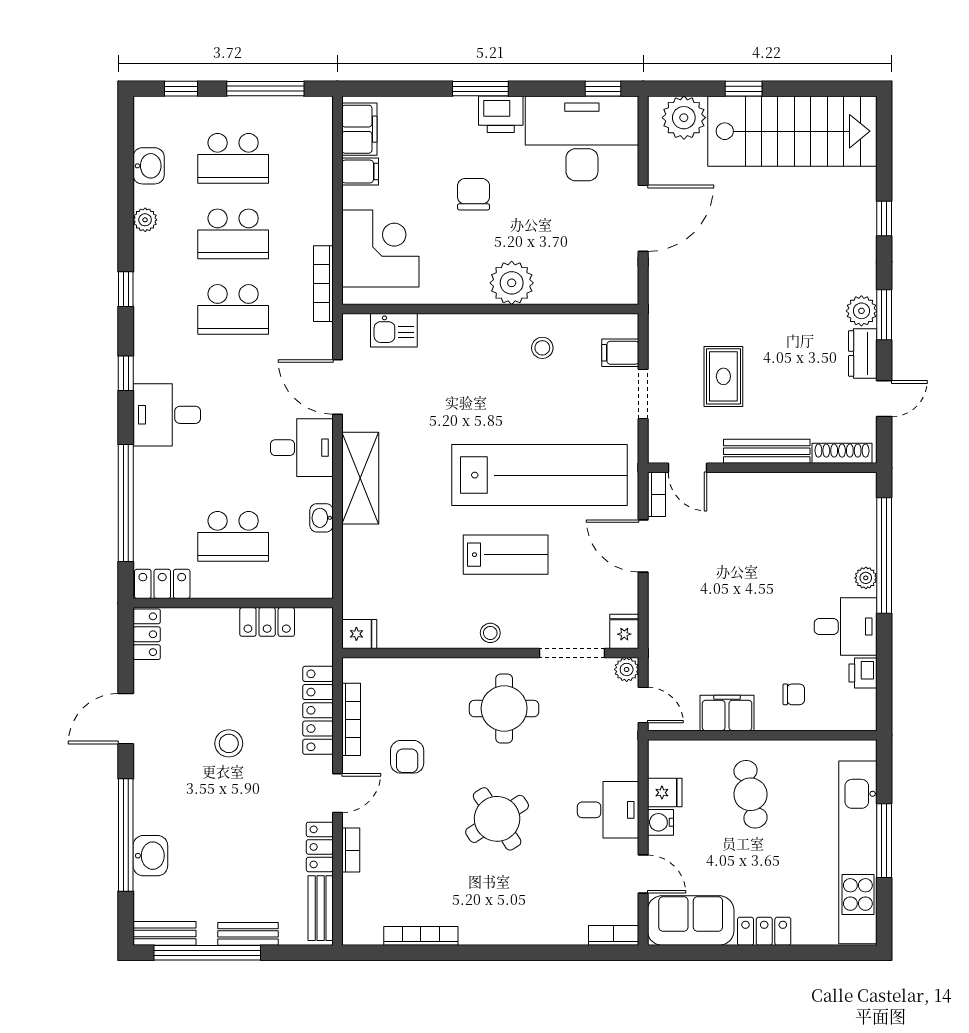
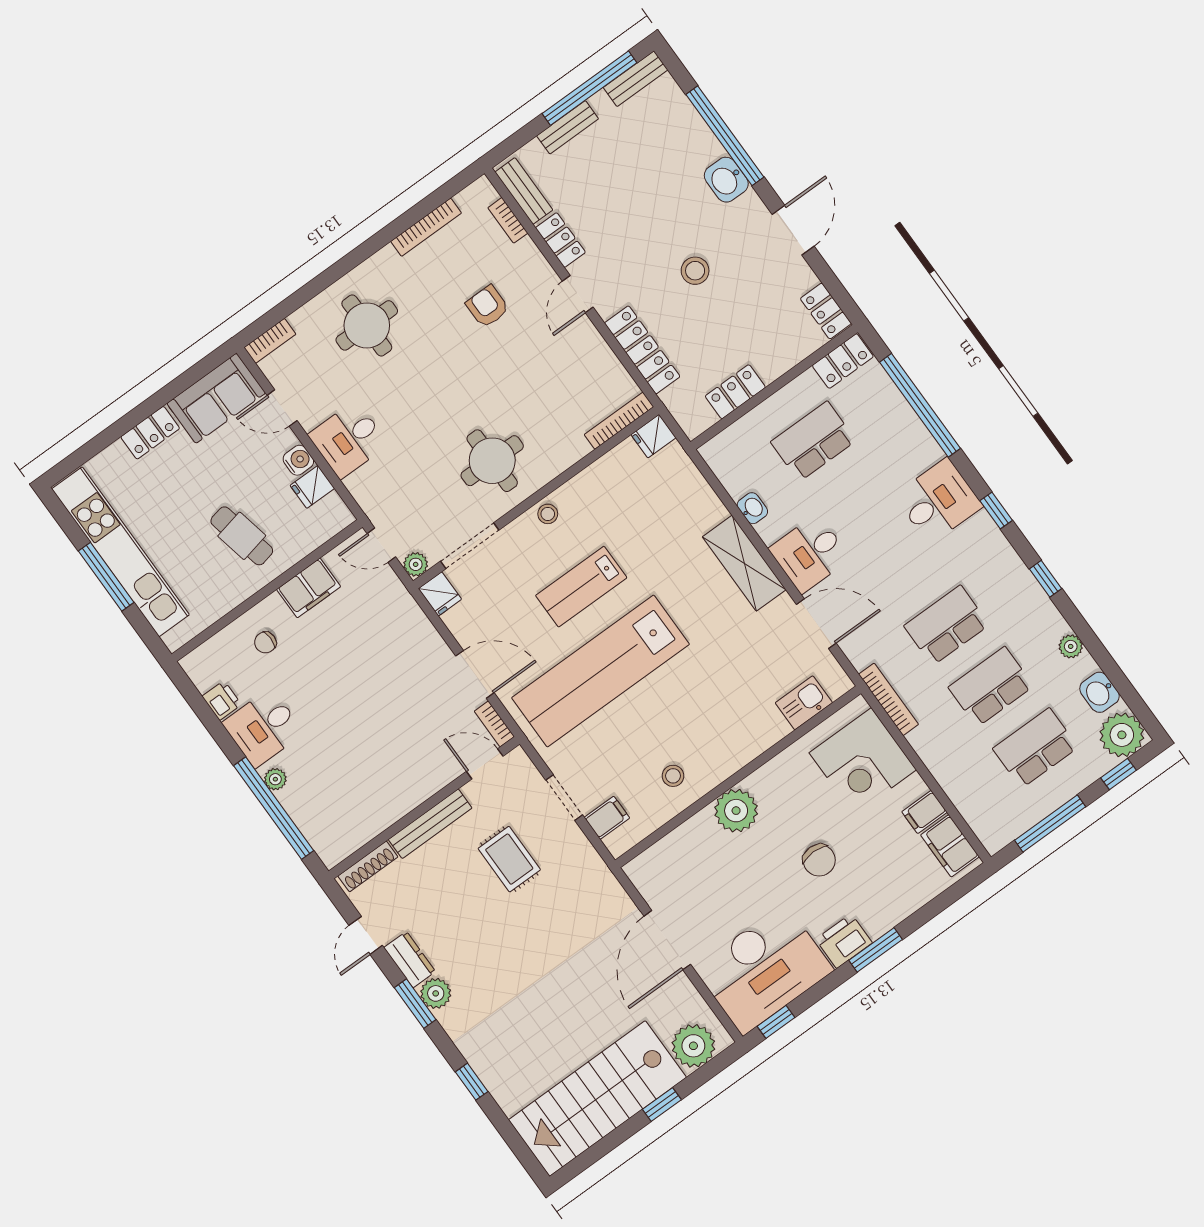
plant: (155, 118) -> (1122, 735), added
bookcase: (351, 719) -> (619, 421), moved, turned 90
armchair: (407, 757) -> (487, 306), moved
round table: (497, 819) -> (367, 325), moved, turned 33
bookcase: (351, 850) -> (508, 220), moved
washbasin: (150, 856) -> (726, 180), moved

